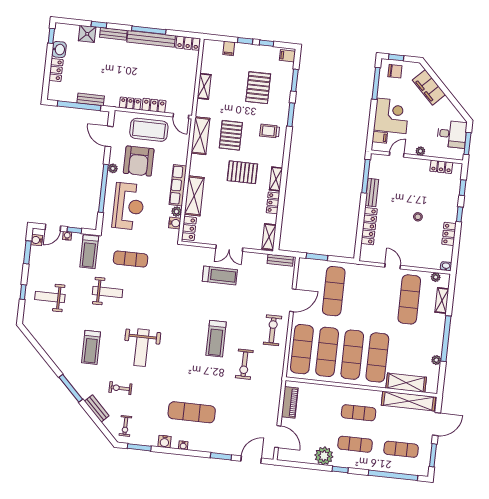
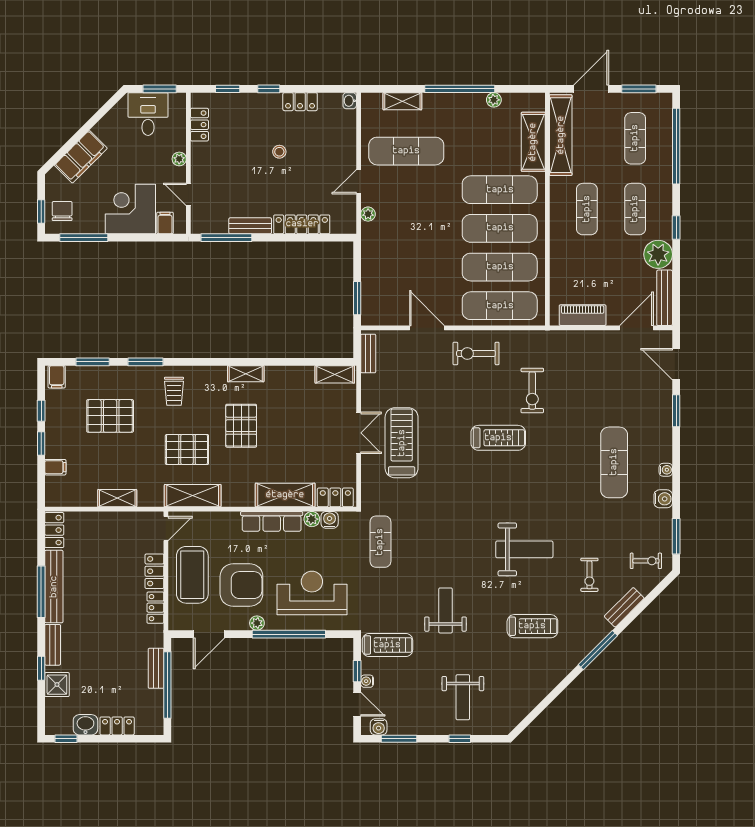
locker: (273, 203) -> (282, 374), removed
exercise mat: (131, 259) -> (380, 542), moved
treadmill: (220, 275) -> (402, 443), width x1.37, depth x1.38
plant: (436, 277) -> (368, 214), moved
exercise mat: (334, 291) -> (406, 267), removed
exercise bike: (244, 364) -> (532, 391), turned 90
door: (436, 424) -> (591, 89), hinge flipped
bench: (295, 457) -> (665, 298), added

